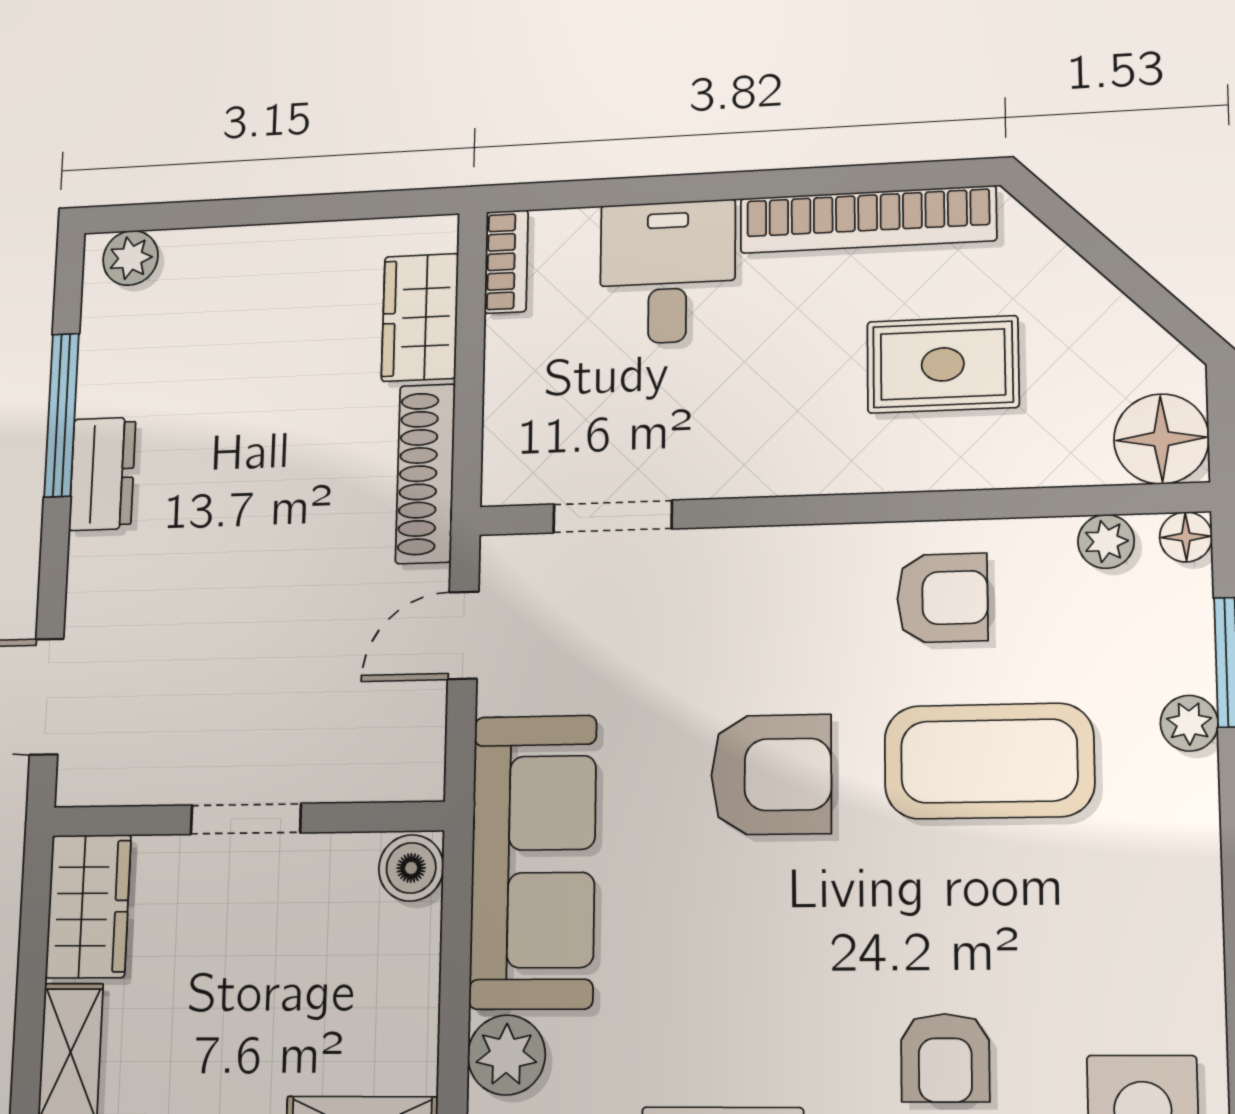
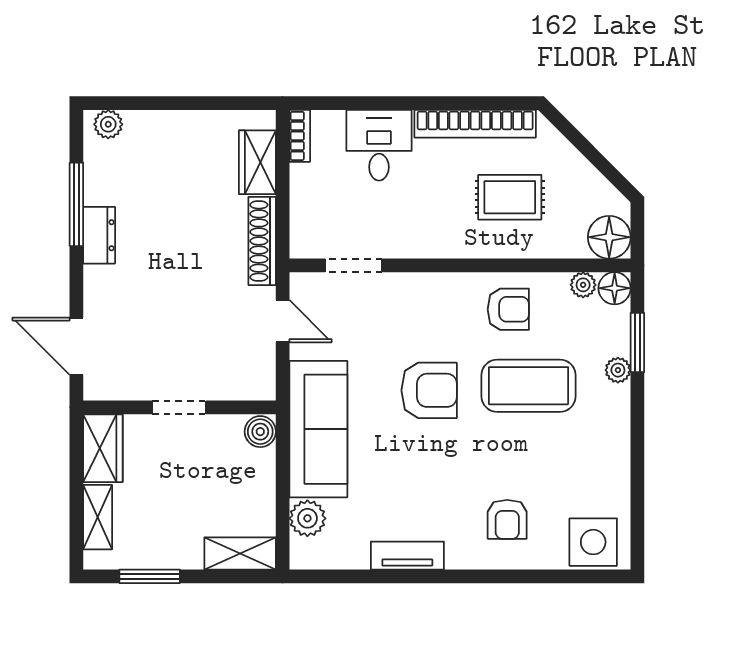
floor lamp: (1186, 537) -> (615, 288), width x1.37, depth x1.37
door: (463, 635) -> (283, 321), swing flipped

